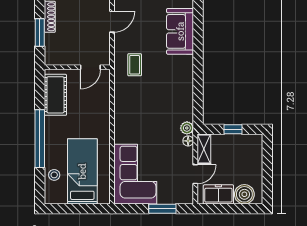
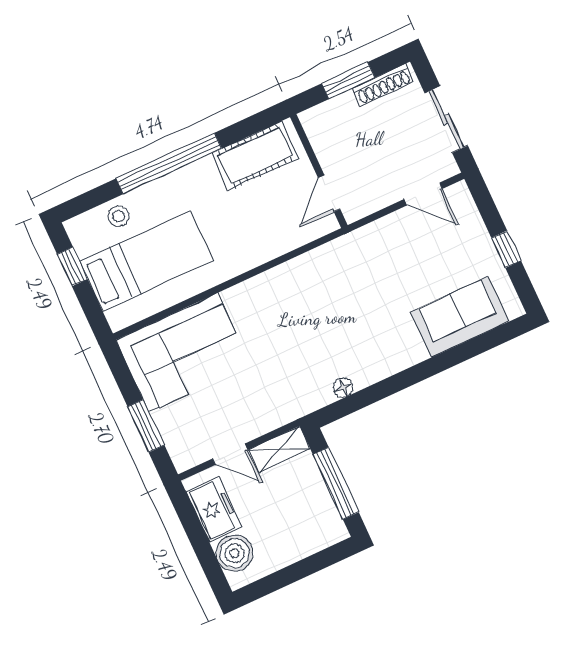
coffee table: (135, 65) -> (368, 266), removed
door: (90, 67) -> (329, 193), hinge flipped
plant: (187, 128) -> (302, 404), removed
window: (233, 129) -> (336, 483), width x2.17
floor lamp: (188, 141) -> (343, 387), moved
window: (68, 209) -> (72, 267), added

